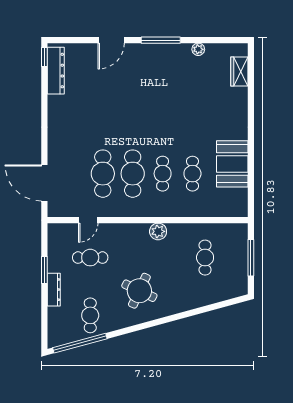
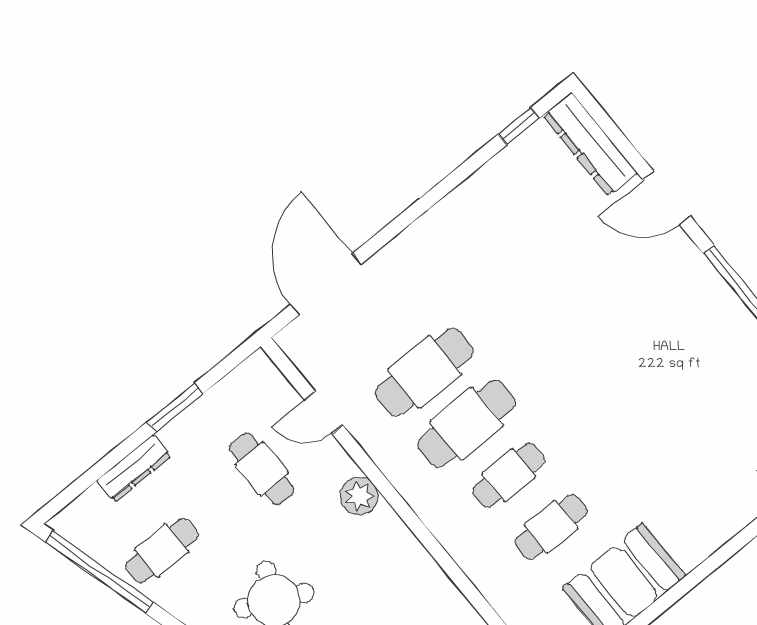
window: (44, 57) -> (519, 126), moved
dresser: (56, 71) -> (590, 144), moved, turned 90
plant: (158, 231) -> (359, 496), moved
dresser: (54, 290) -> (134, 468), moved

